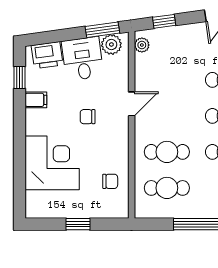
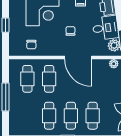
door: (132, 104) -> (78, 57), width x1.87

